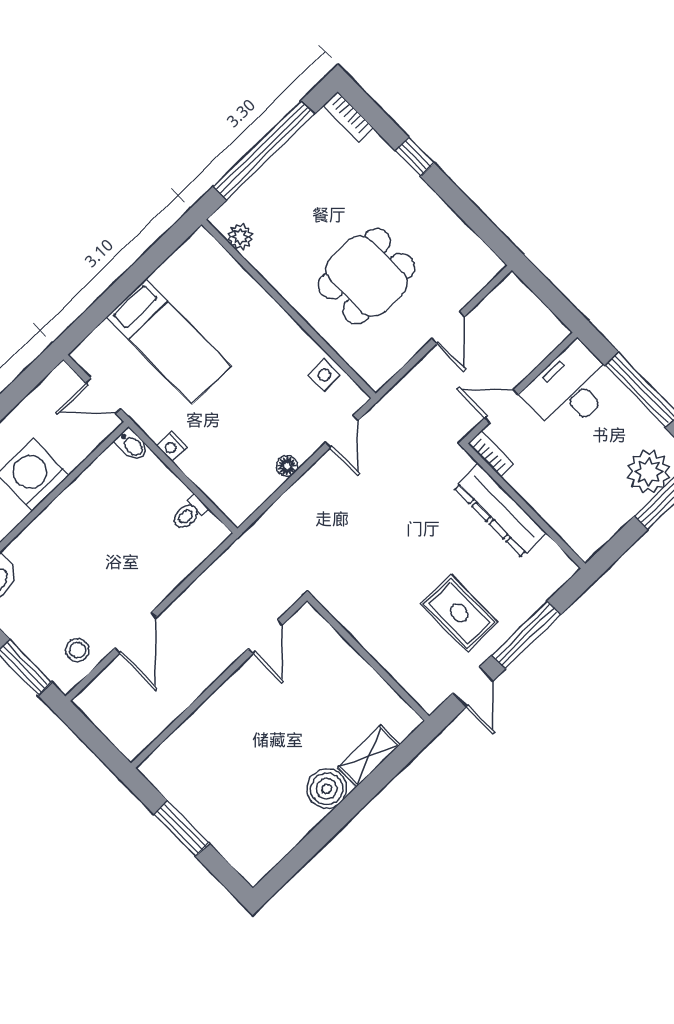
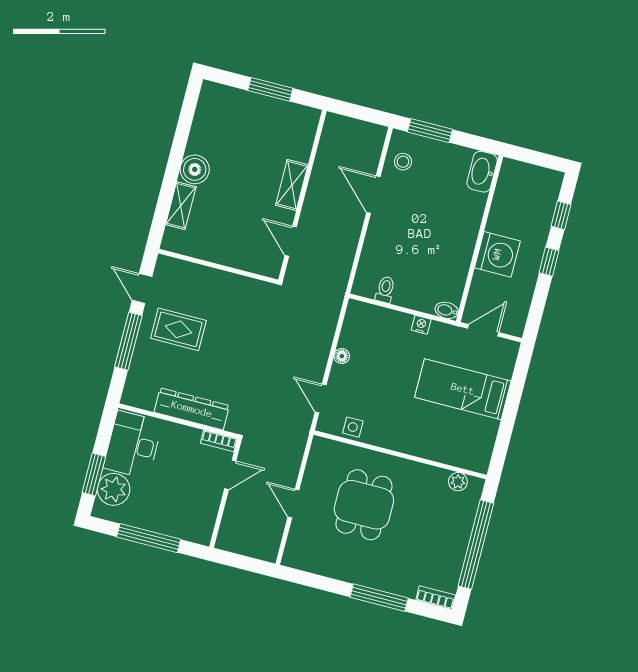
window: (415, 157) -> (379, 598), width x2.17
desk: (570, 389) -> (133, 445), moved, turned 180
shelving: (224, 702) -> (292, 185), added

